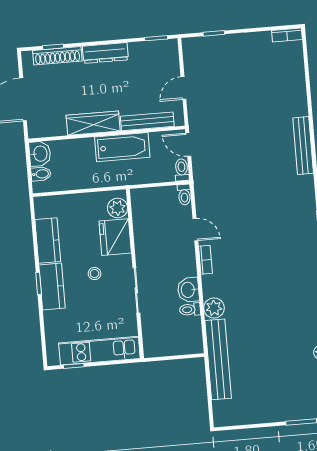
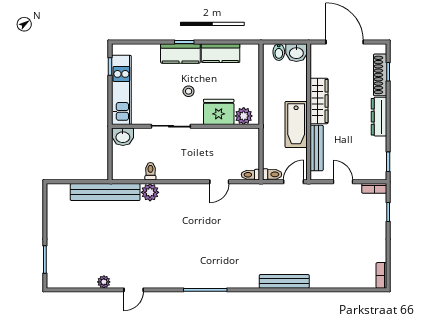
bookcase: (205, 260) -> (374, 188), moved
washbasin: (188, 290) -> (123, 137), moved, turned 180

